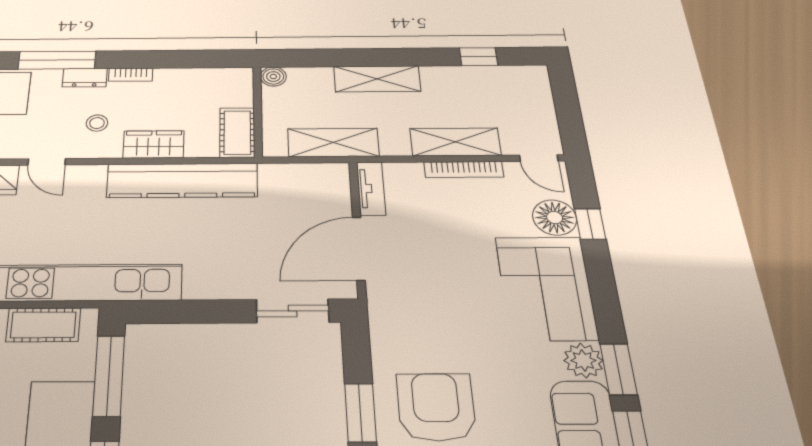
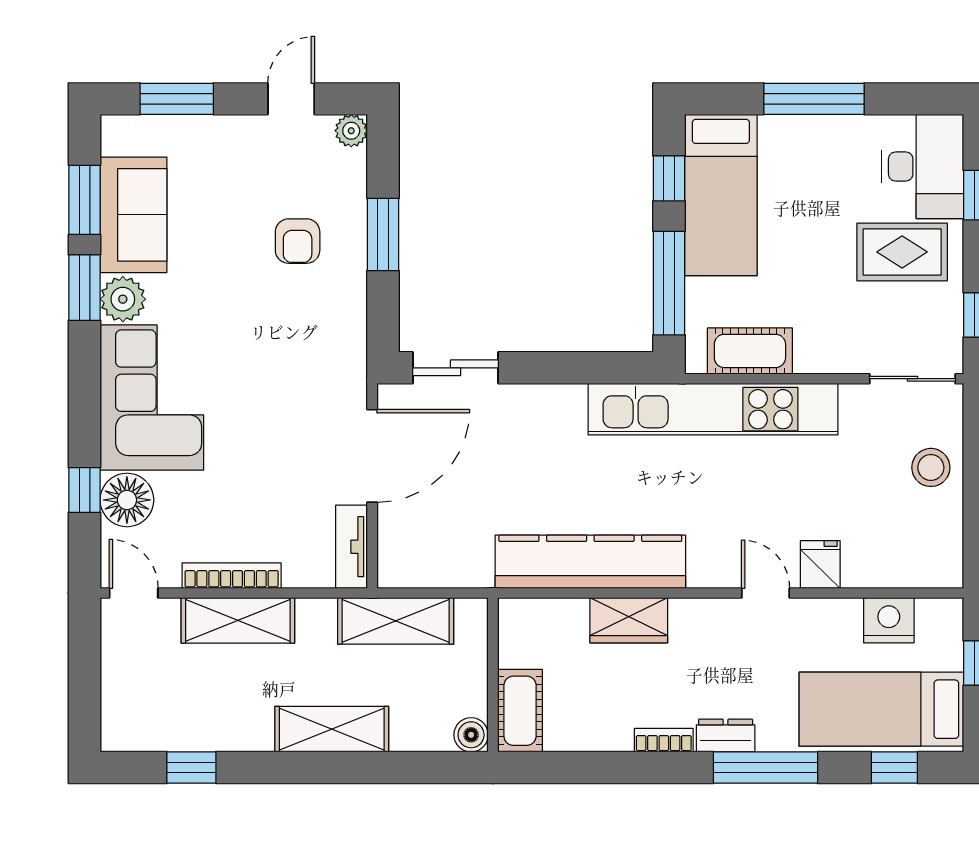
stool: (97, 123) -> (704, 657), removed
cot: (237, 132) -> (520, 711), moved
armchair: (436, 407) -> (298, 241), width x0.53, depth x0.53

